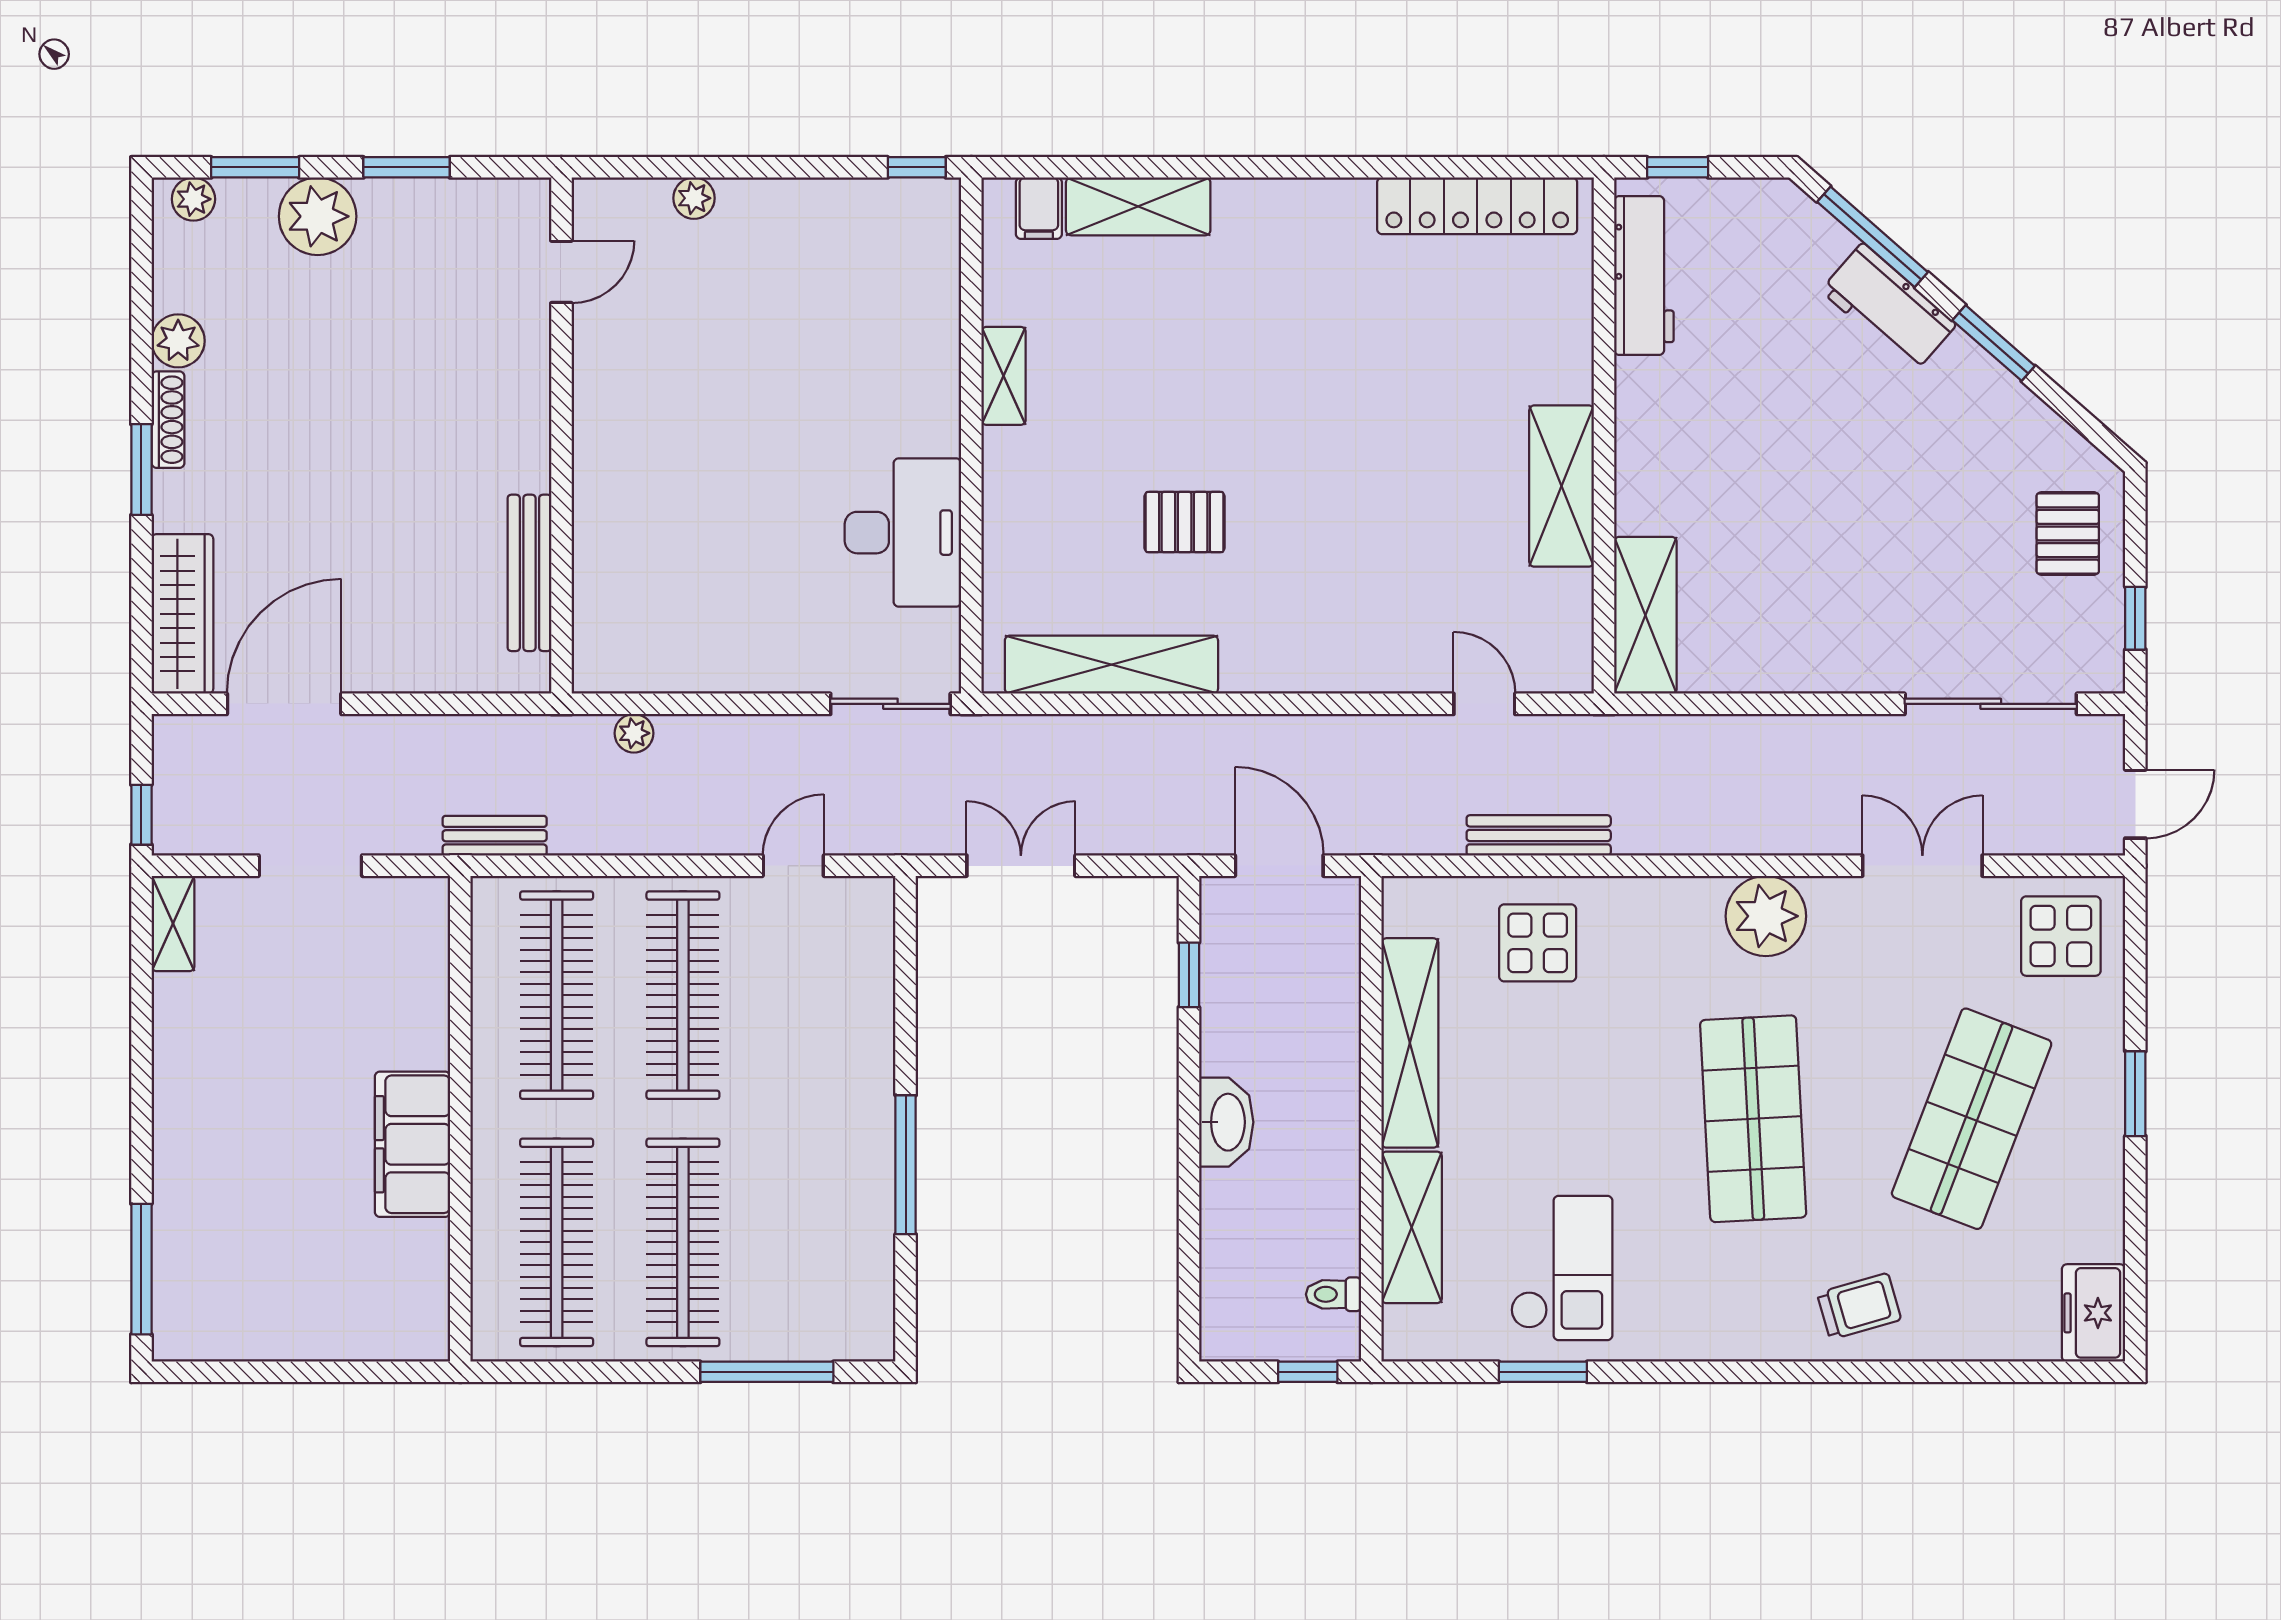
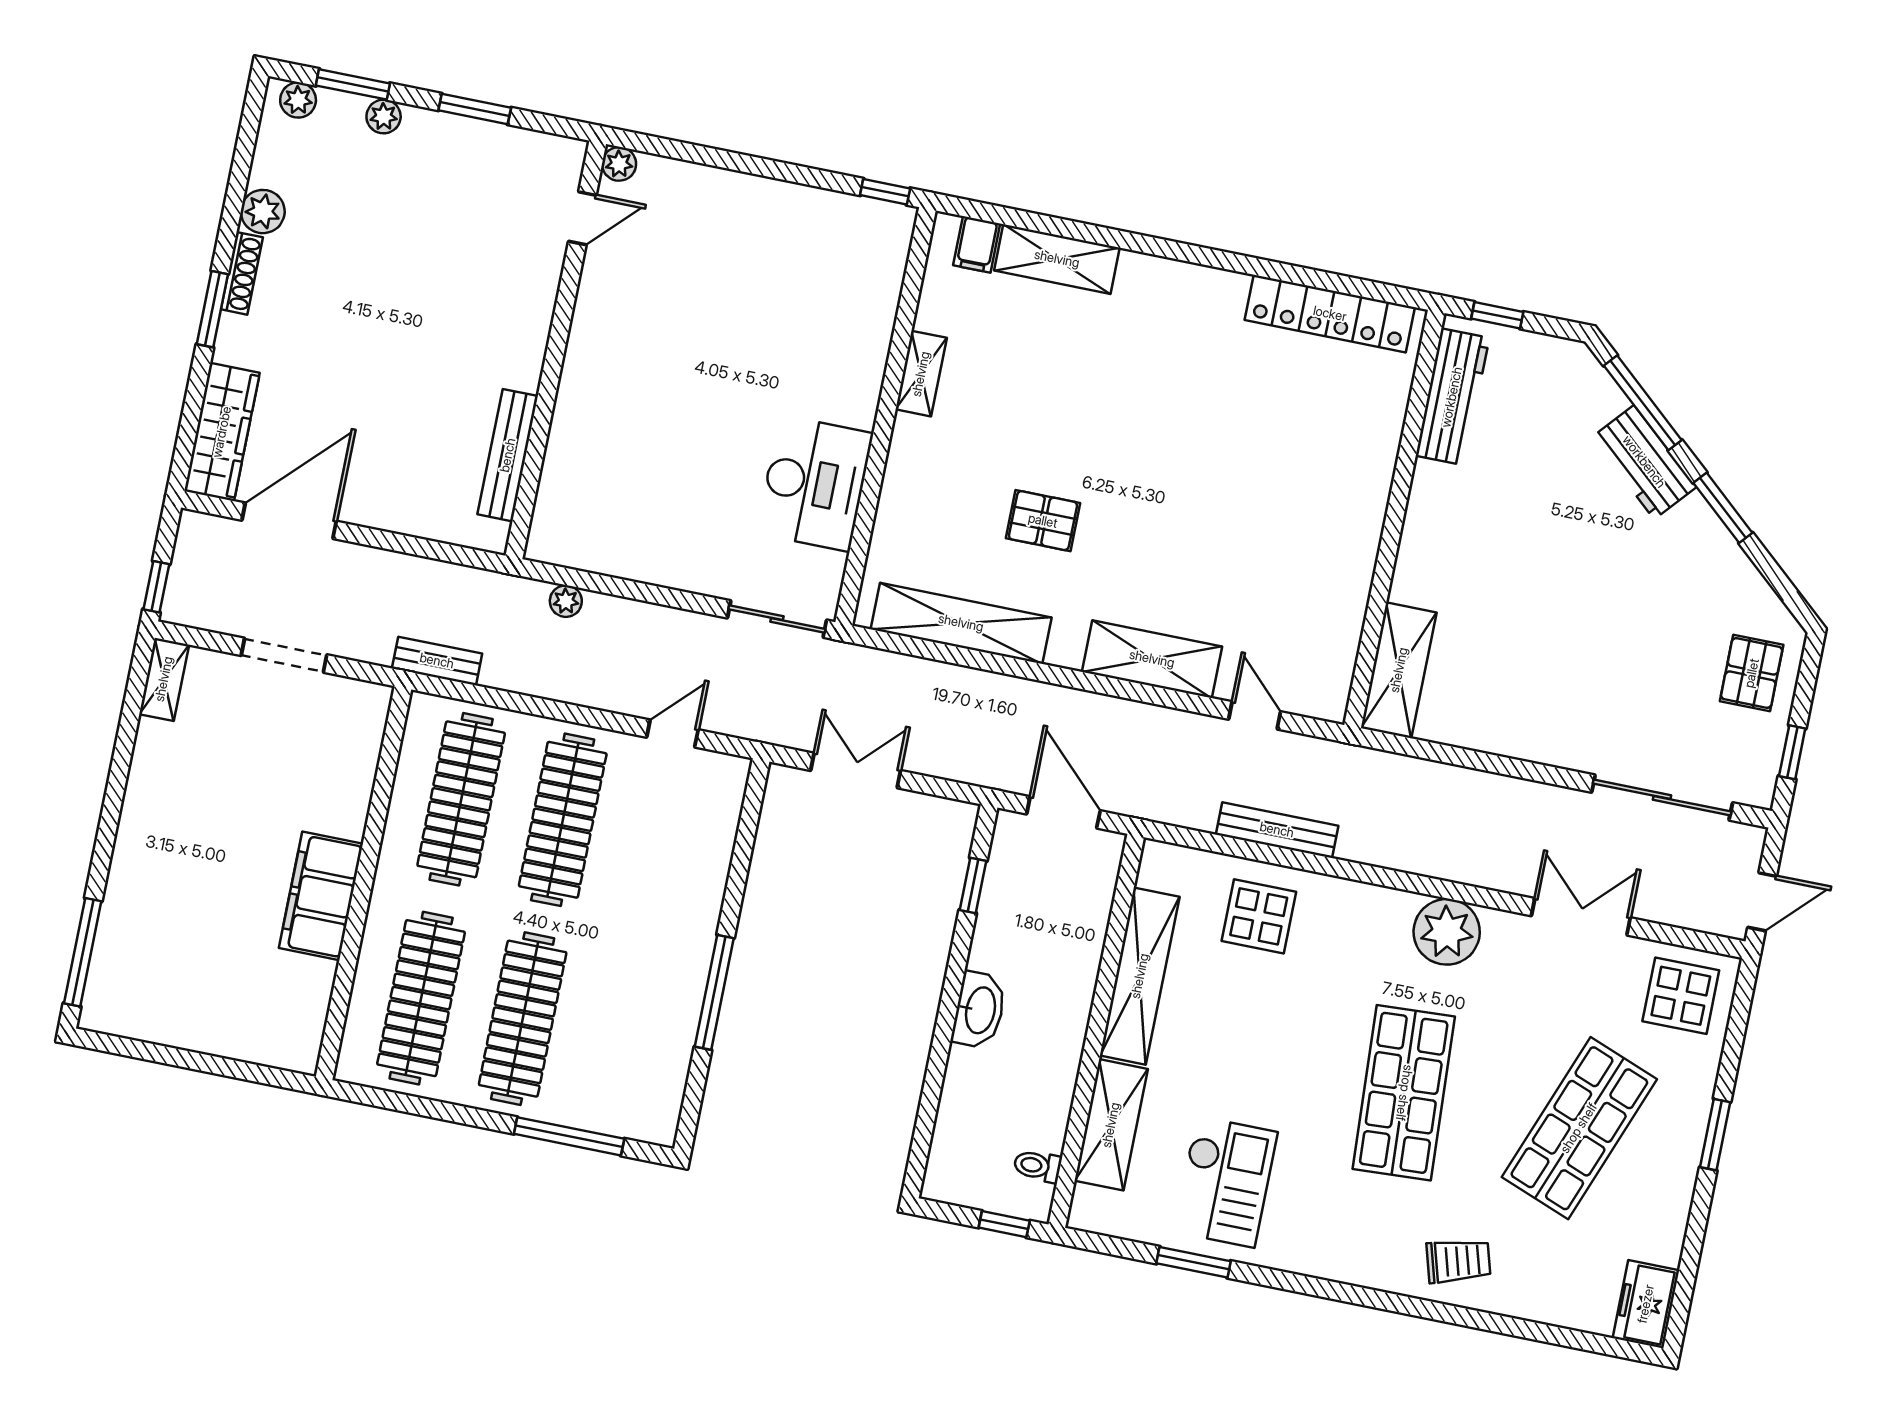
plant: (694, 198) -> (619, 164), moved
plant: (318, 216) -> (384, 116), width x0.53, depth x0.53
shelving: (1562, 486) -> (1152, 659), moved, turned 90

